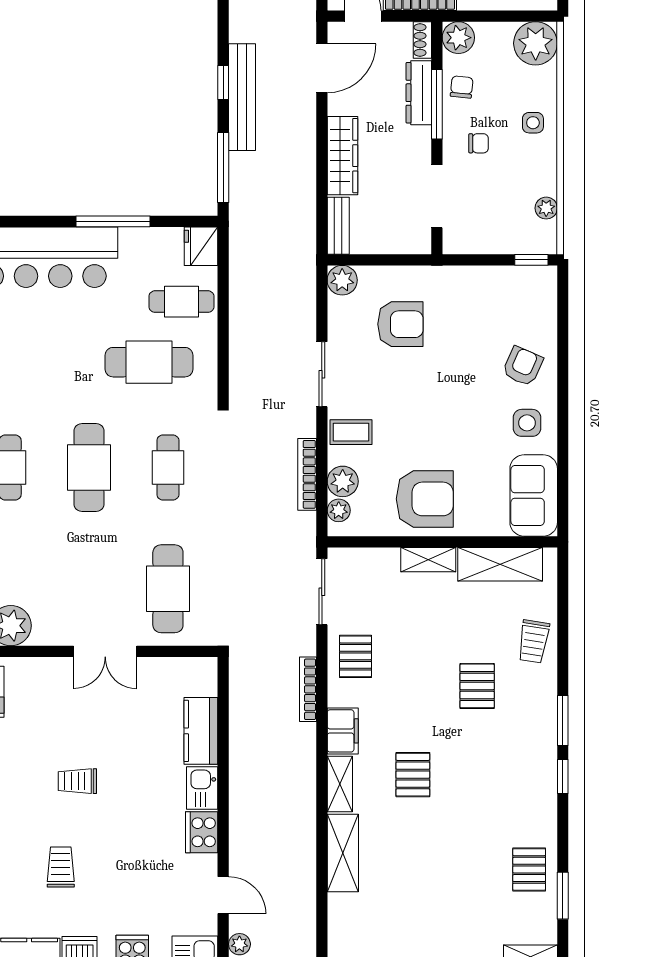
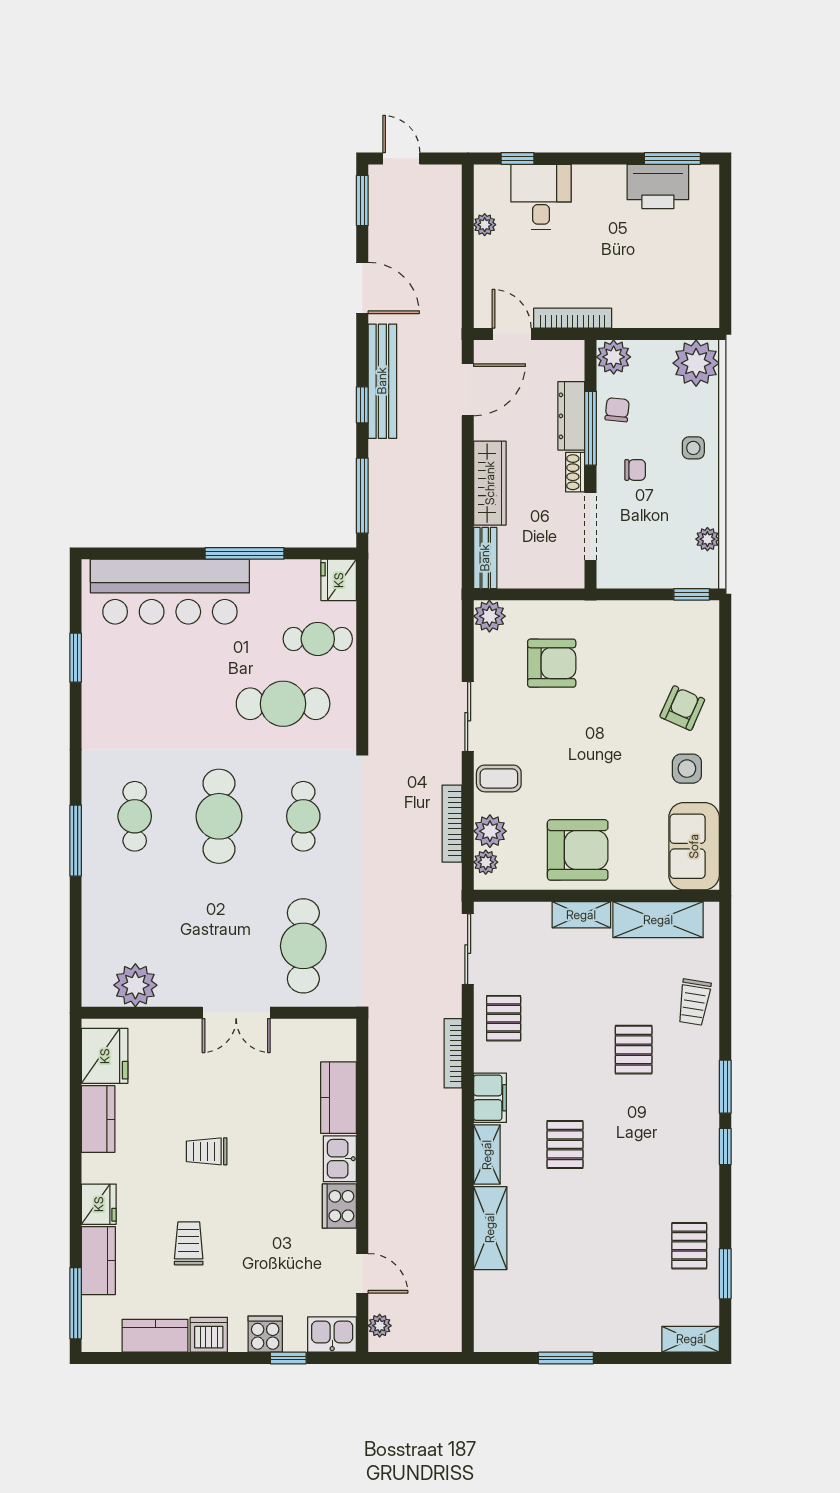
shoe rack: (422, 40) -> (575, 472), moved
bench: (242, 97) -> (382, 381), moved

